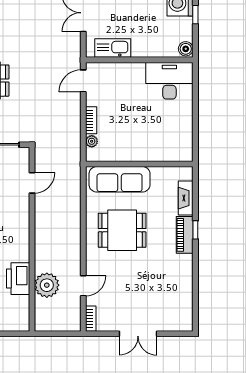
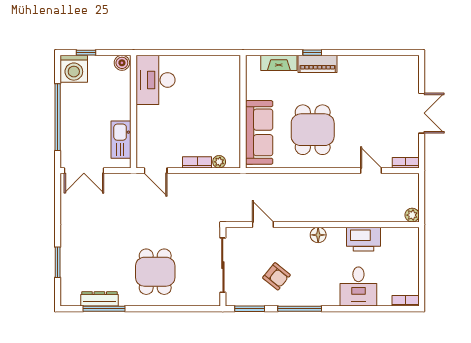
floor lamp: (22, 235) -> (318, 235), added
plant: (47, 285) -> (412, 215), moved, width x0.53, depth x0.53

